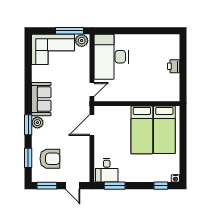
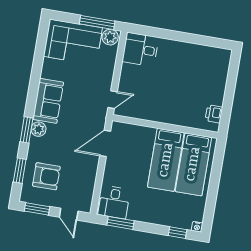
desk: (111, 57) -> (140, 49), width x0.53, depth x0.77
printer: (174, 66) -> (214, 114), moved

